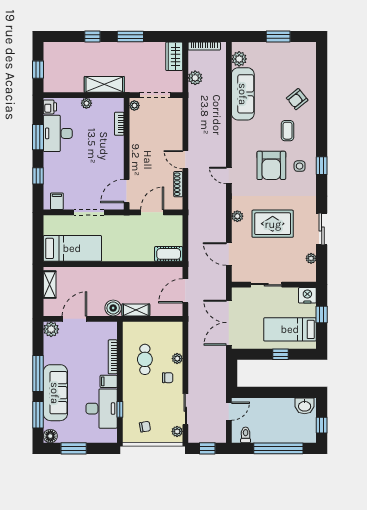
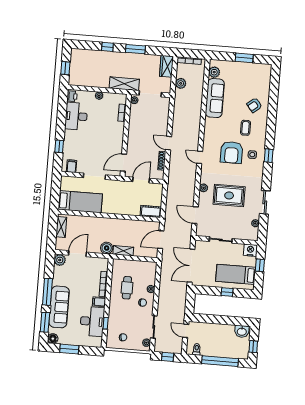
shelving: (104, 84) -> (124, 84), moved
window: (38, 137) -> (61, 118), removed
door: (229, 411) -> (186, 331), swing flipped

